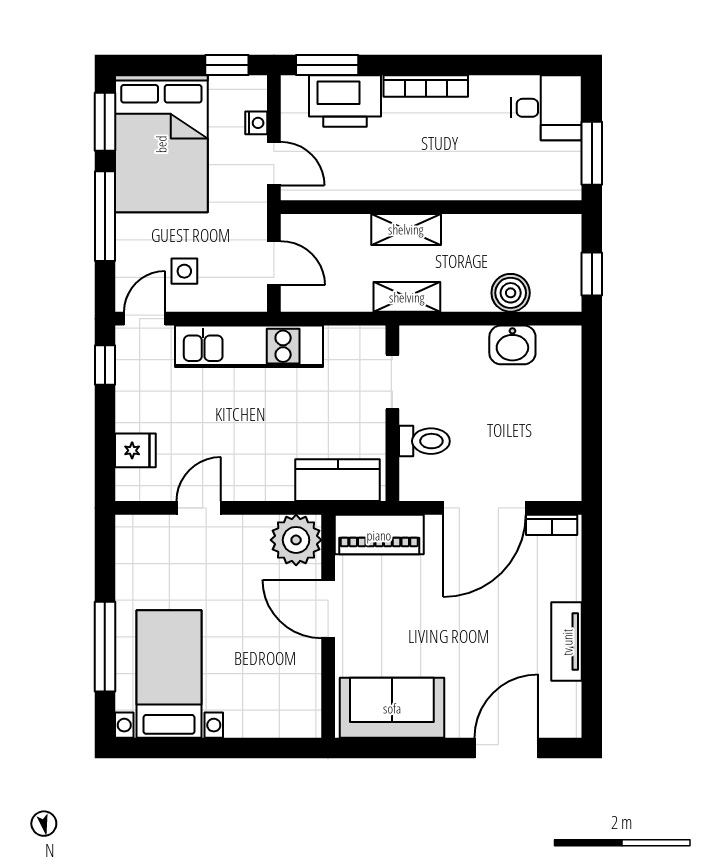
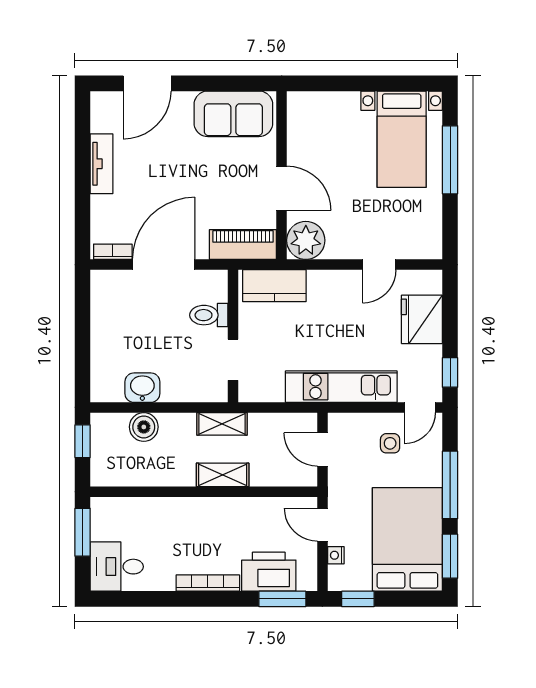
fridge: (135, 450) -> (422, 319), width x1.88, depth x1.34

